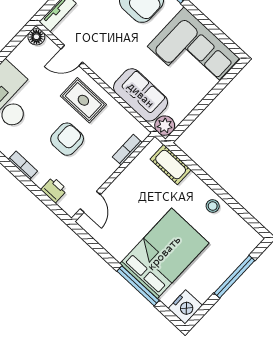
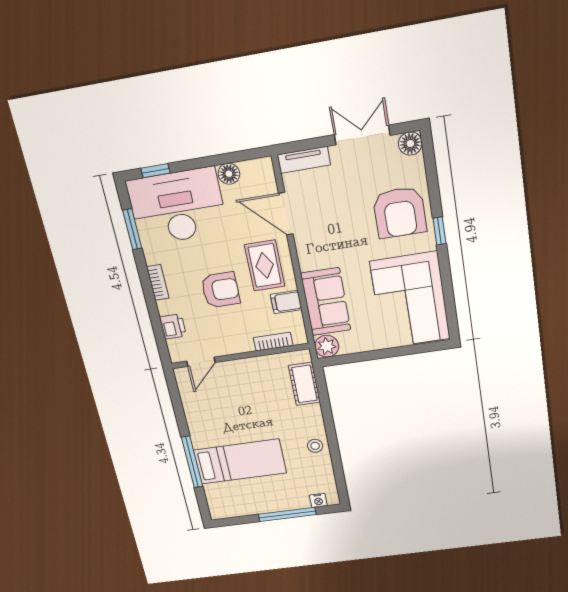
floor lamp: (36, 37) -> (229, 174), moved
door: (72, 55) -> (286, 214), width x1.38
filing cabinet: (115, 115) -> (286, 302), added
bed: (164, 253) -> (240, 462), width x0.67
nightstand: (185, 307) -> (318, 500), moved, width x0.53, depth x0.56

